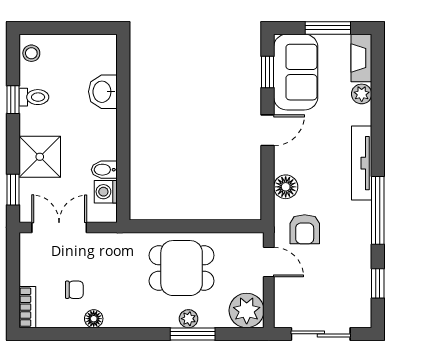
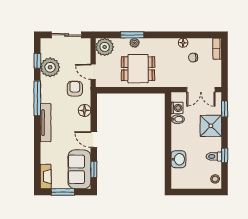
plant: (362, 94) -> (50, 67), moved, width x1.87, depth x1.87
door: (268, 130) -> (94, 139), hinge flipped

